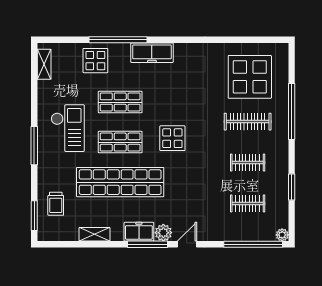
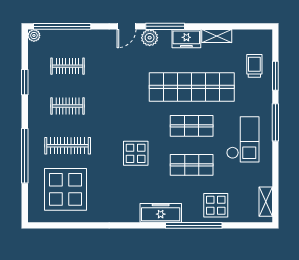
checkout: (68, 128) -> (243, 139), turned 180
display table: (172, 138) -> (136, 153), moved
window: (34, 216) -> (275, 76), moved
freezer: (139, 232) -> (186, 39), moved

